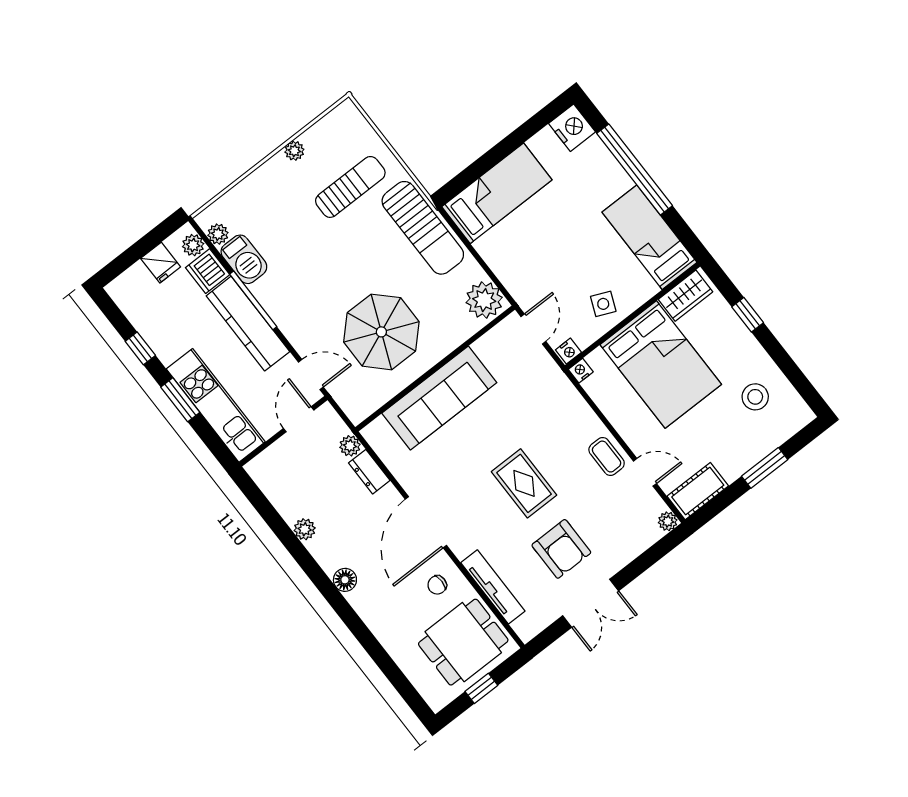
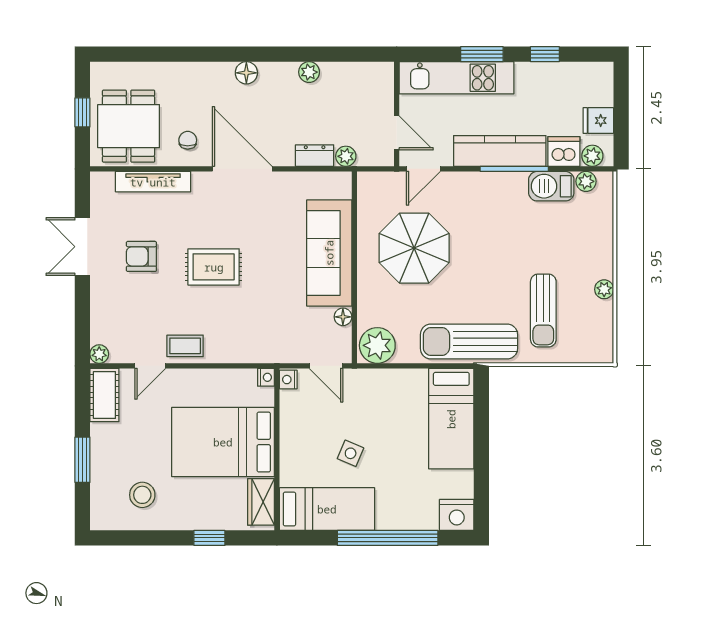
side table: (603, 304) -> (351, 453), moved
floor lamp: (483, 346) -> (343, 317), added
armchair: (561, 549) -> (141, 256), width x0.72, depth x0.72

